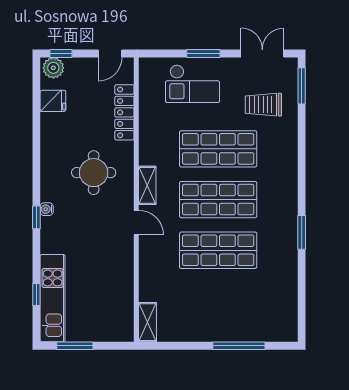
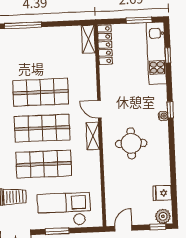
checkout: (193, 84) -> (64, 209), width x1.36, depth x1.21
locker: (124, 112) -> (105, 45), moved

